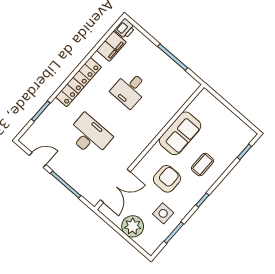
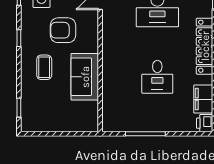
desk: (130, 89) -> (157, 77), turned 180
armchair: (167, 179) -> (63, 30), turned 90

